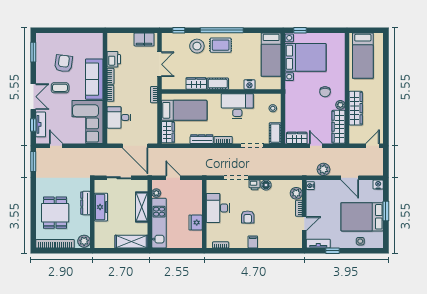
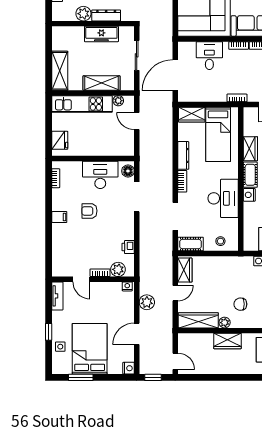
nightstand: (249, 84) -> (249, 195), moved
wardrobe: (356, 108) -> (227, 341), width x0.67
window: (386, 164) -> (153, 377), added
door: (173, 178) -> (137, 121), swing flipped
printer: (255, 185) -> (128, 247), moved
floor lamp: (266, 185) -> (128, 171), moved
window: (386, 211) -> (81, 377), moved
fridge: (196, 223) -> (60, 140), moved, turned 90
plant: (84, 241) -> (83, 14), moved
window: (332, 251) -> (49, 332), moved

